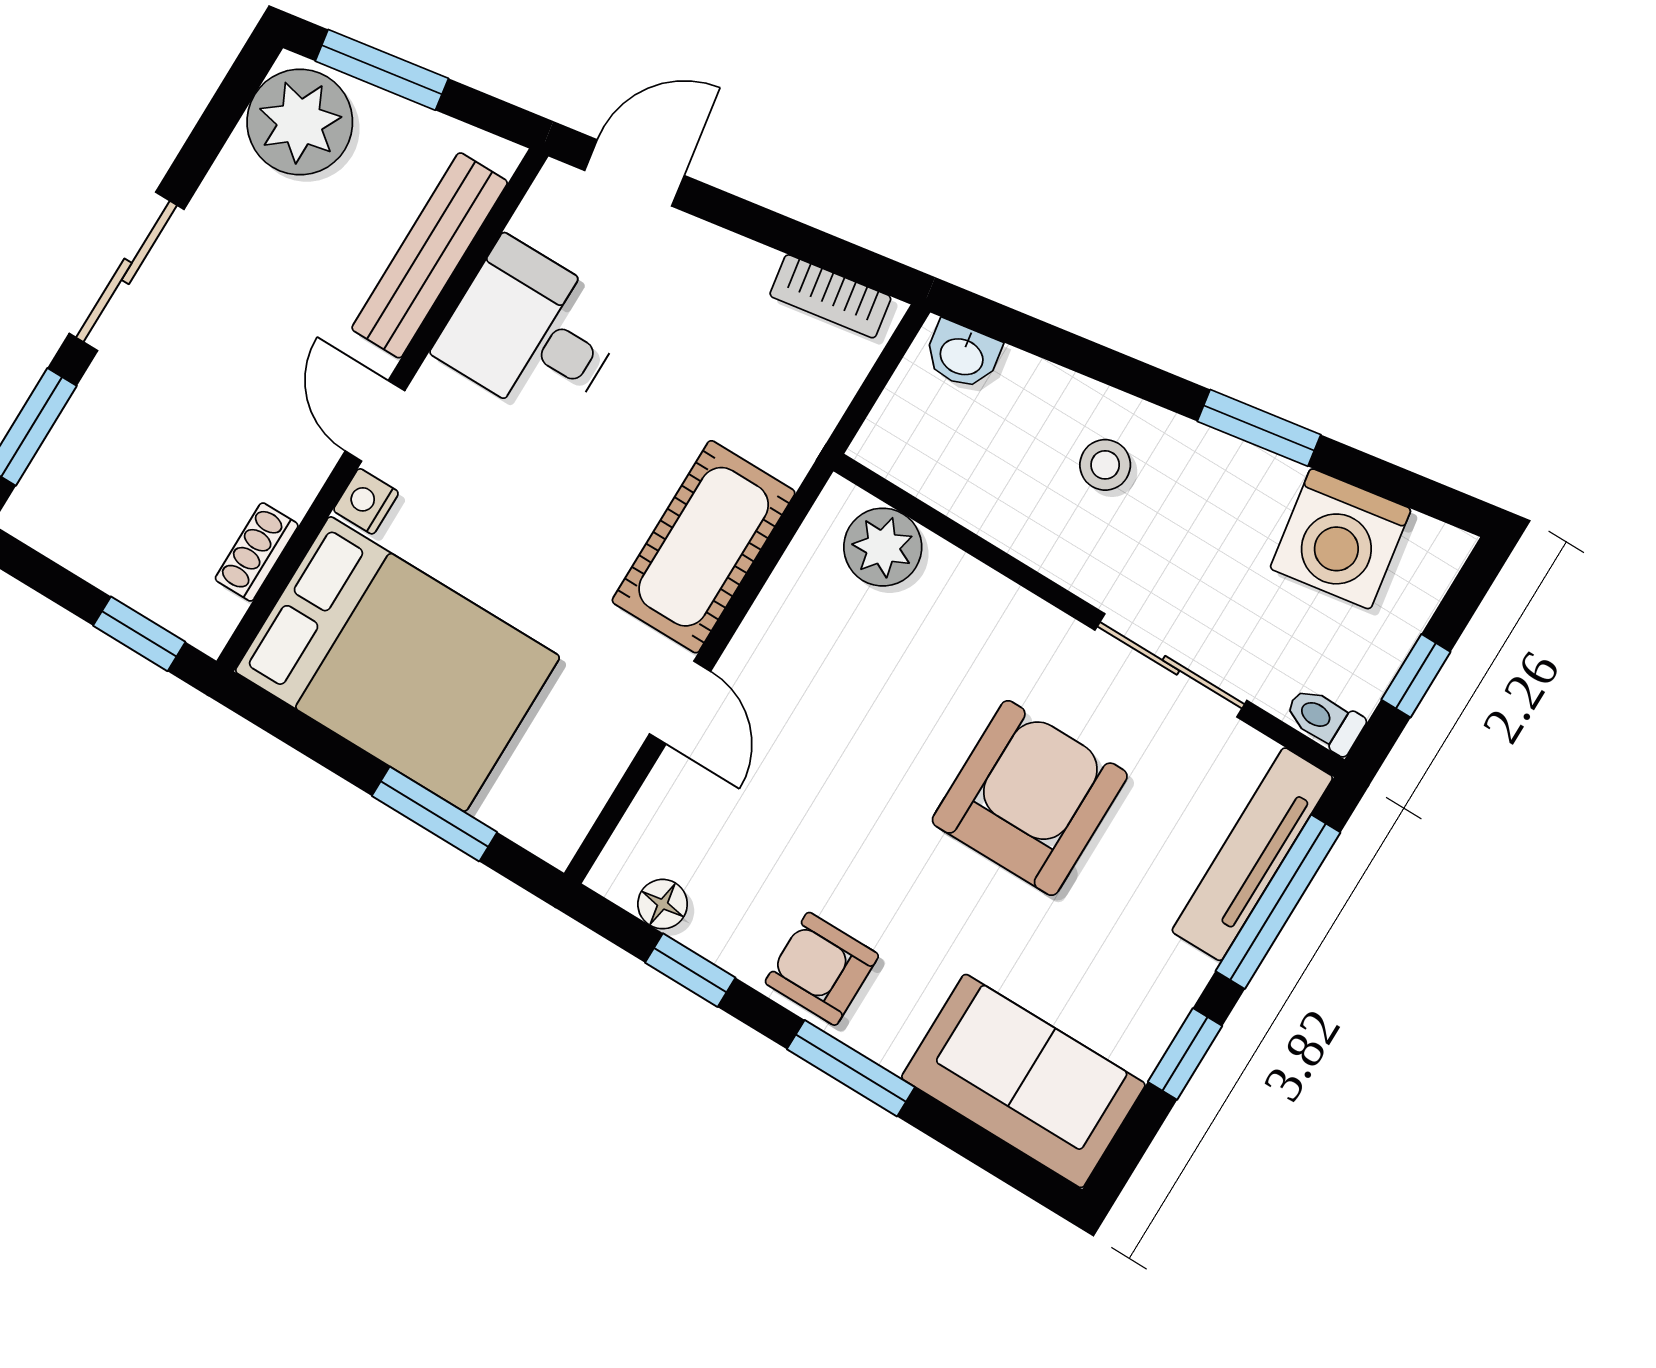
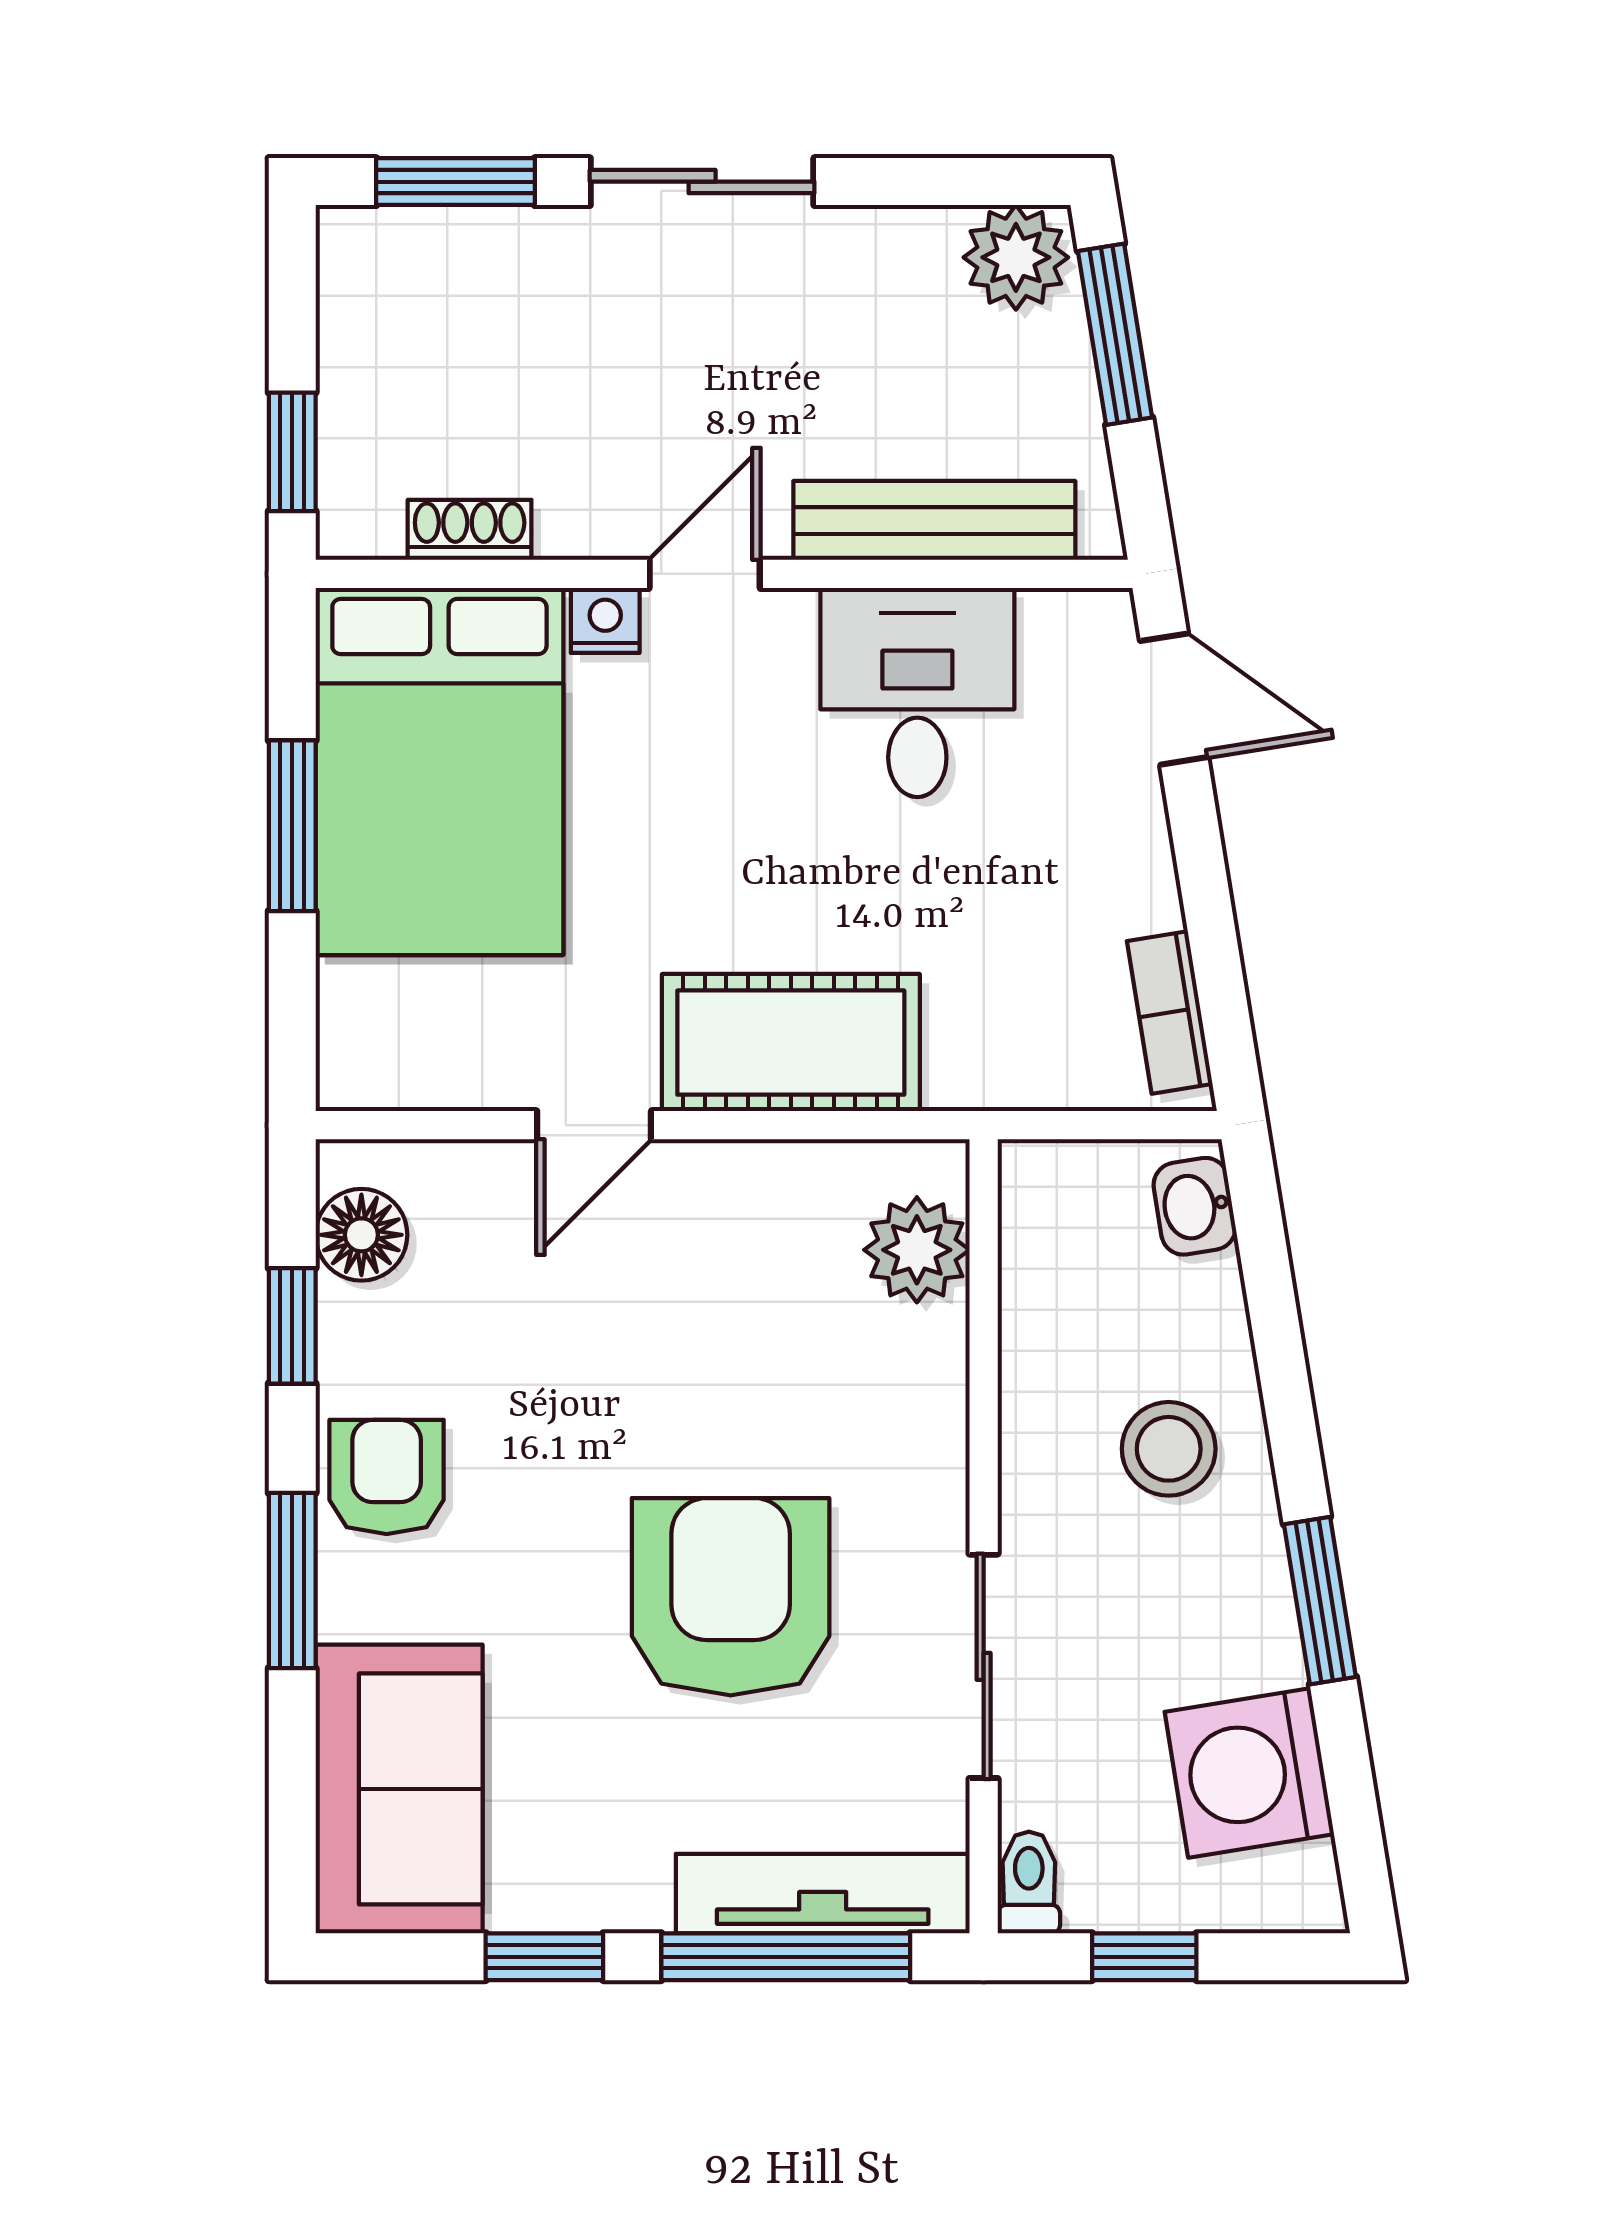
plant: (300, 122) -> (1016, 257), width x0.73, depth x0.73
stool: (1105, 465) -> (1169, 1449), width x1.37, depth x1.37
armchair: (1030, 798) -> (731, 1597), turned -90
window: (435, 814) -> (292, 826), moved
floor lamp: (663, 904) -> (361, 1235), width x1.37, depth x1.37

